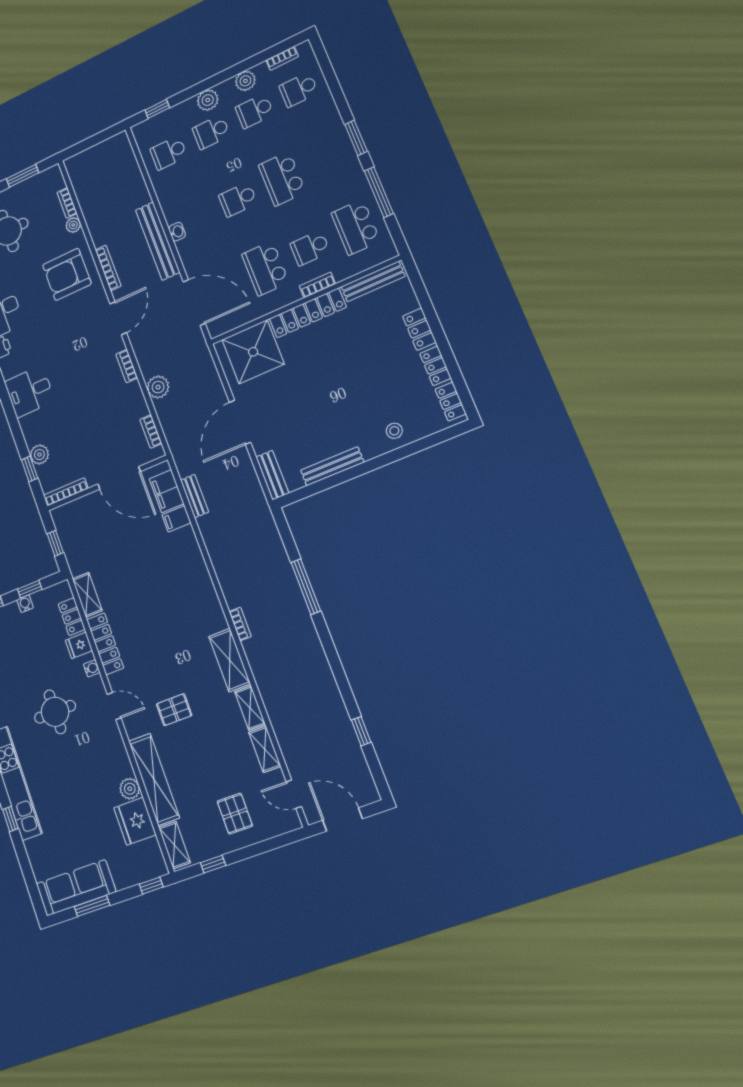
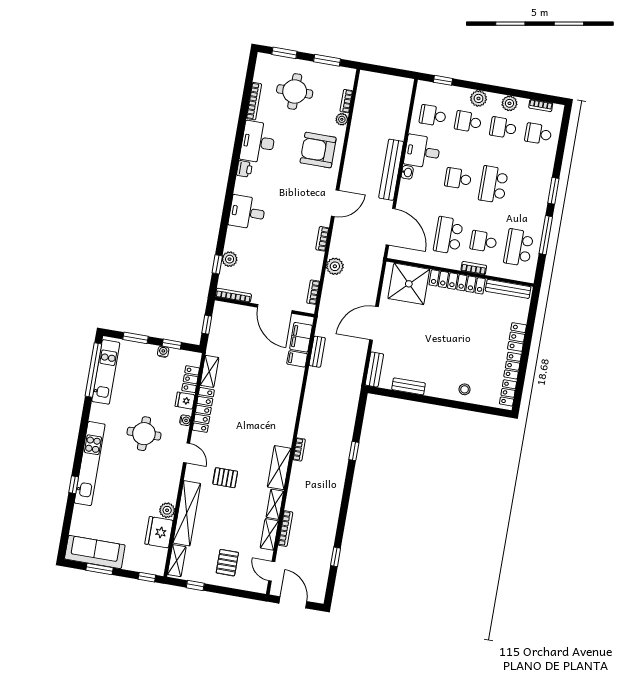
desk: (180, 198) -> (422, 151), added
bookcase: (108, 268) -> (285, 529), moved
bench: (332, 466) -> (409, 386), width x0.73
window: (306, 587) -> (354, 451), width x0.46

